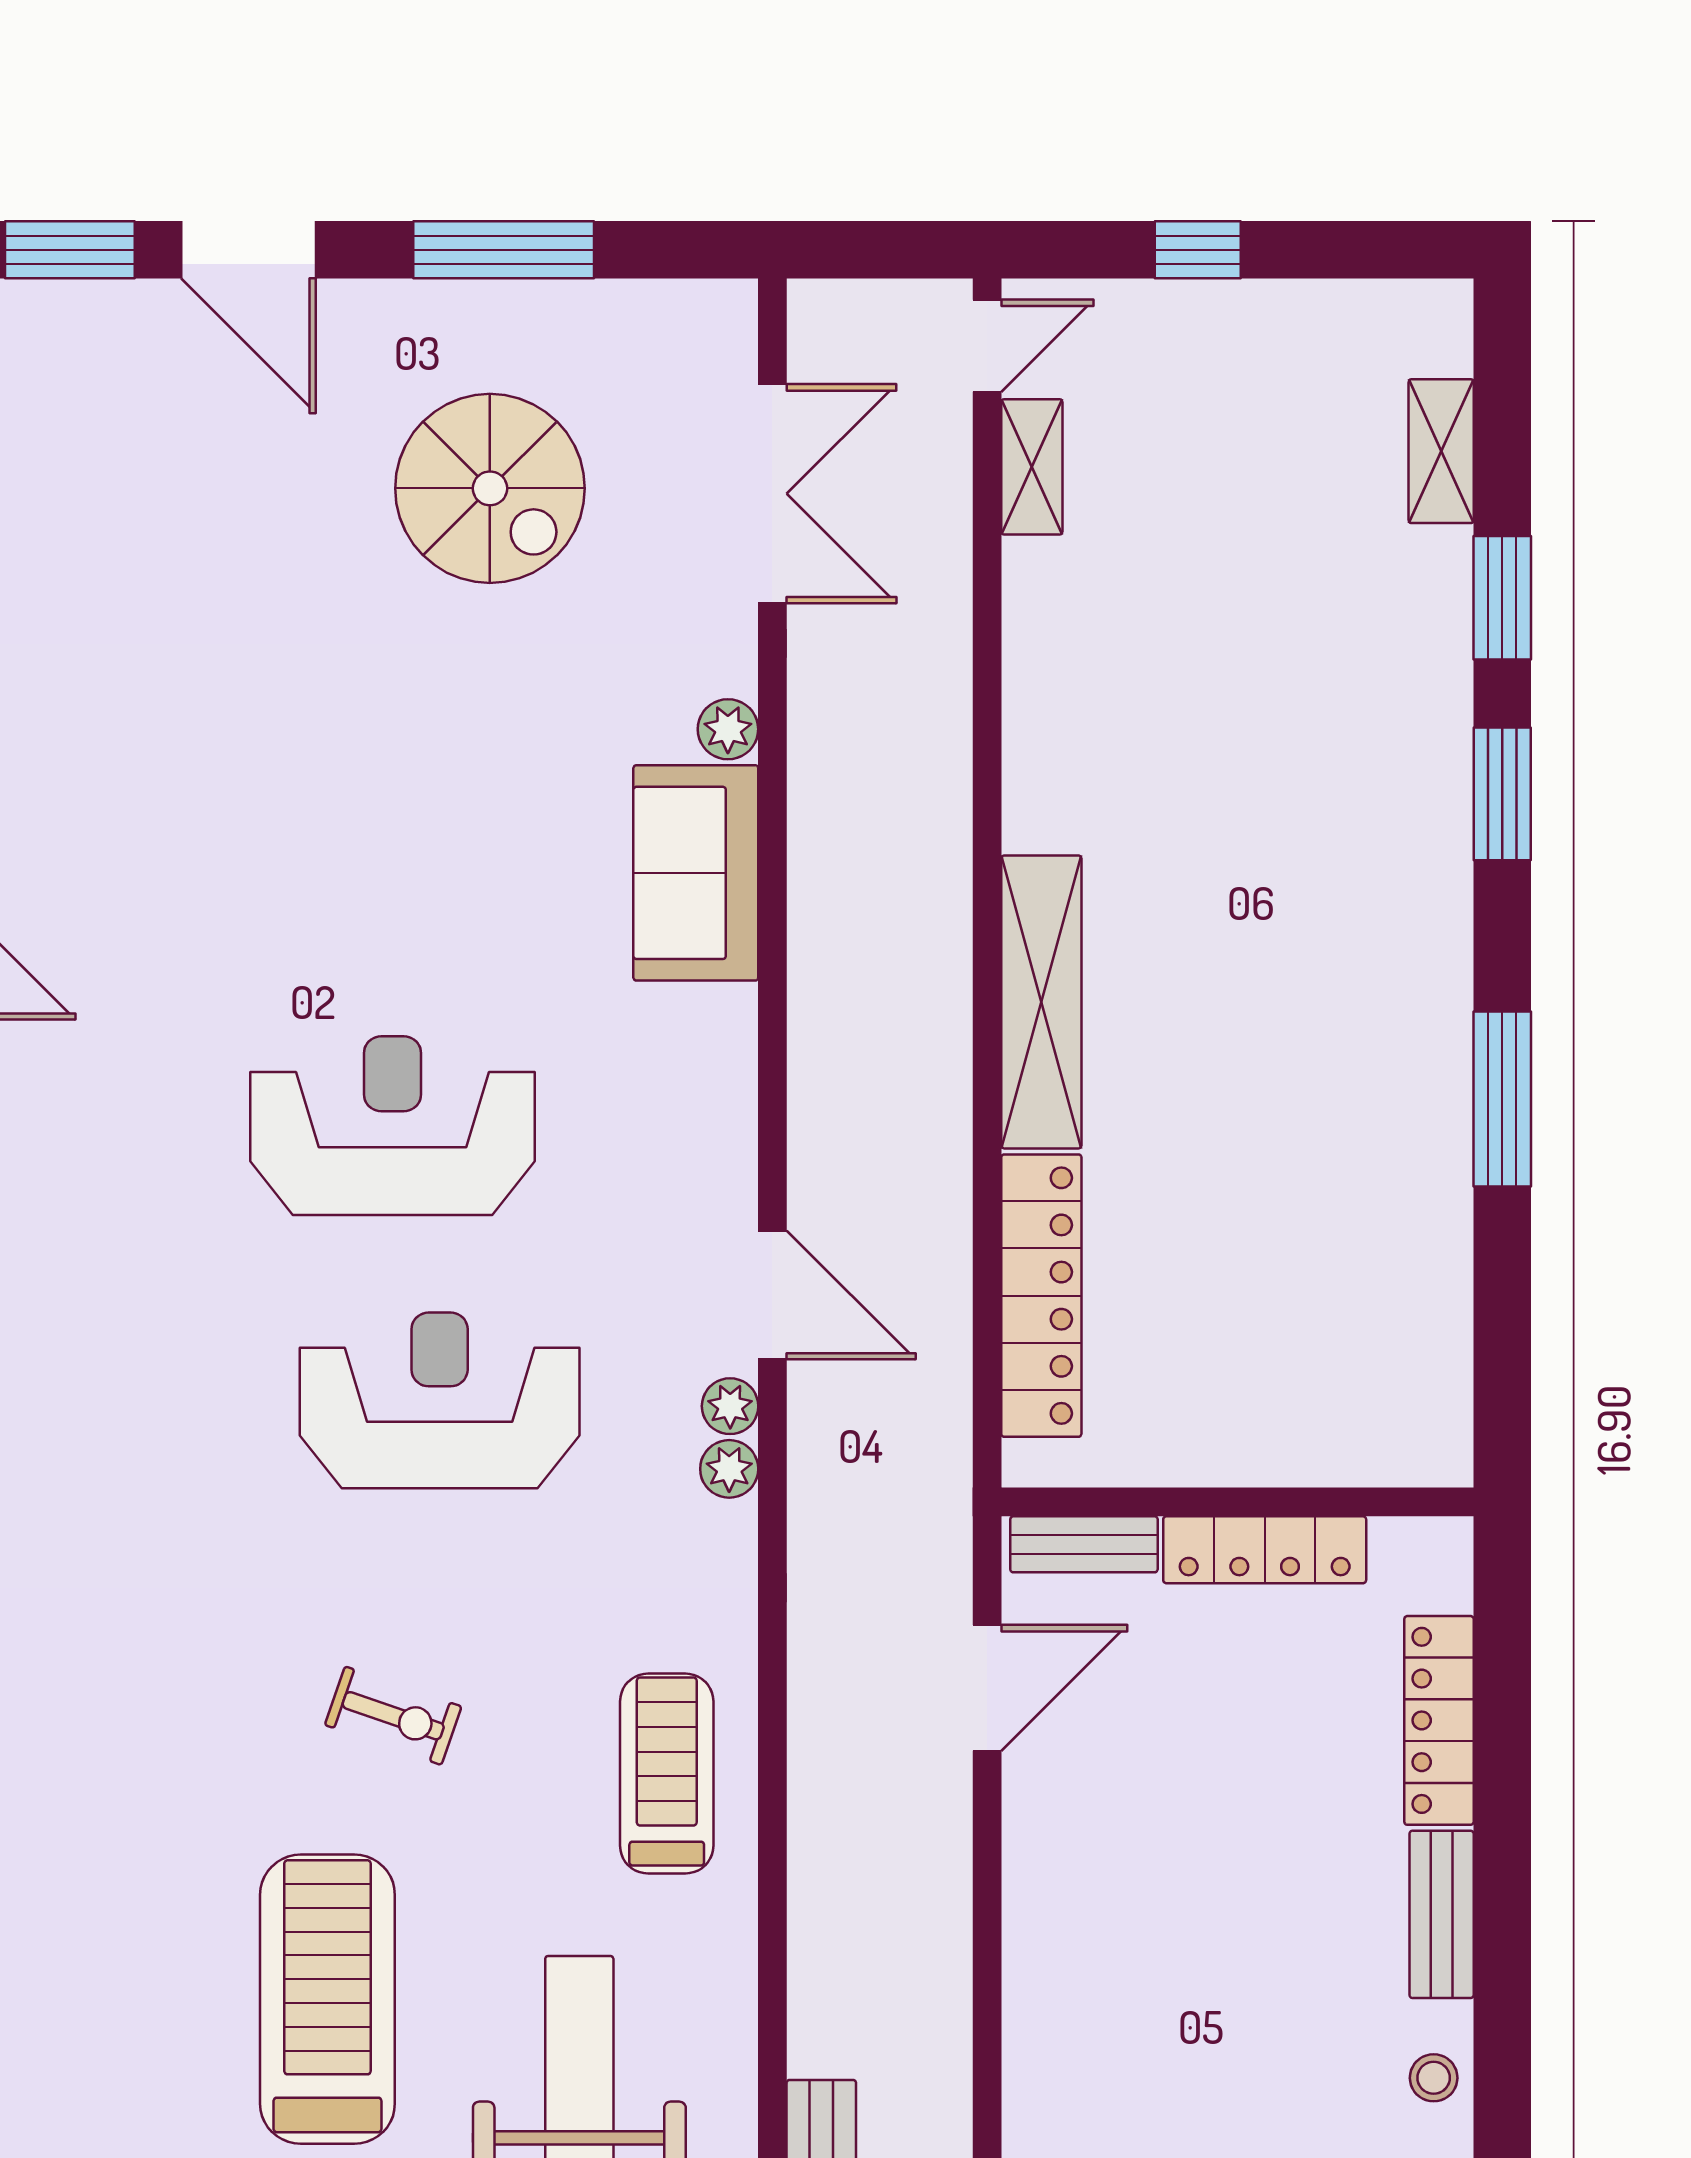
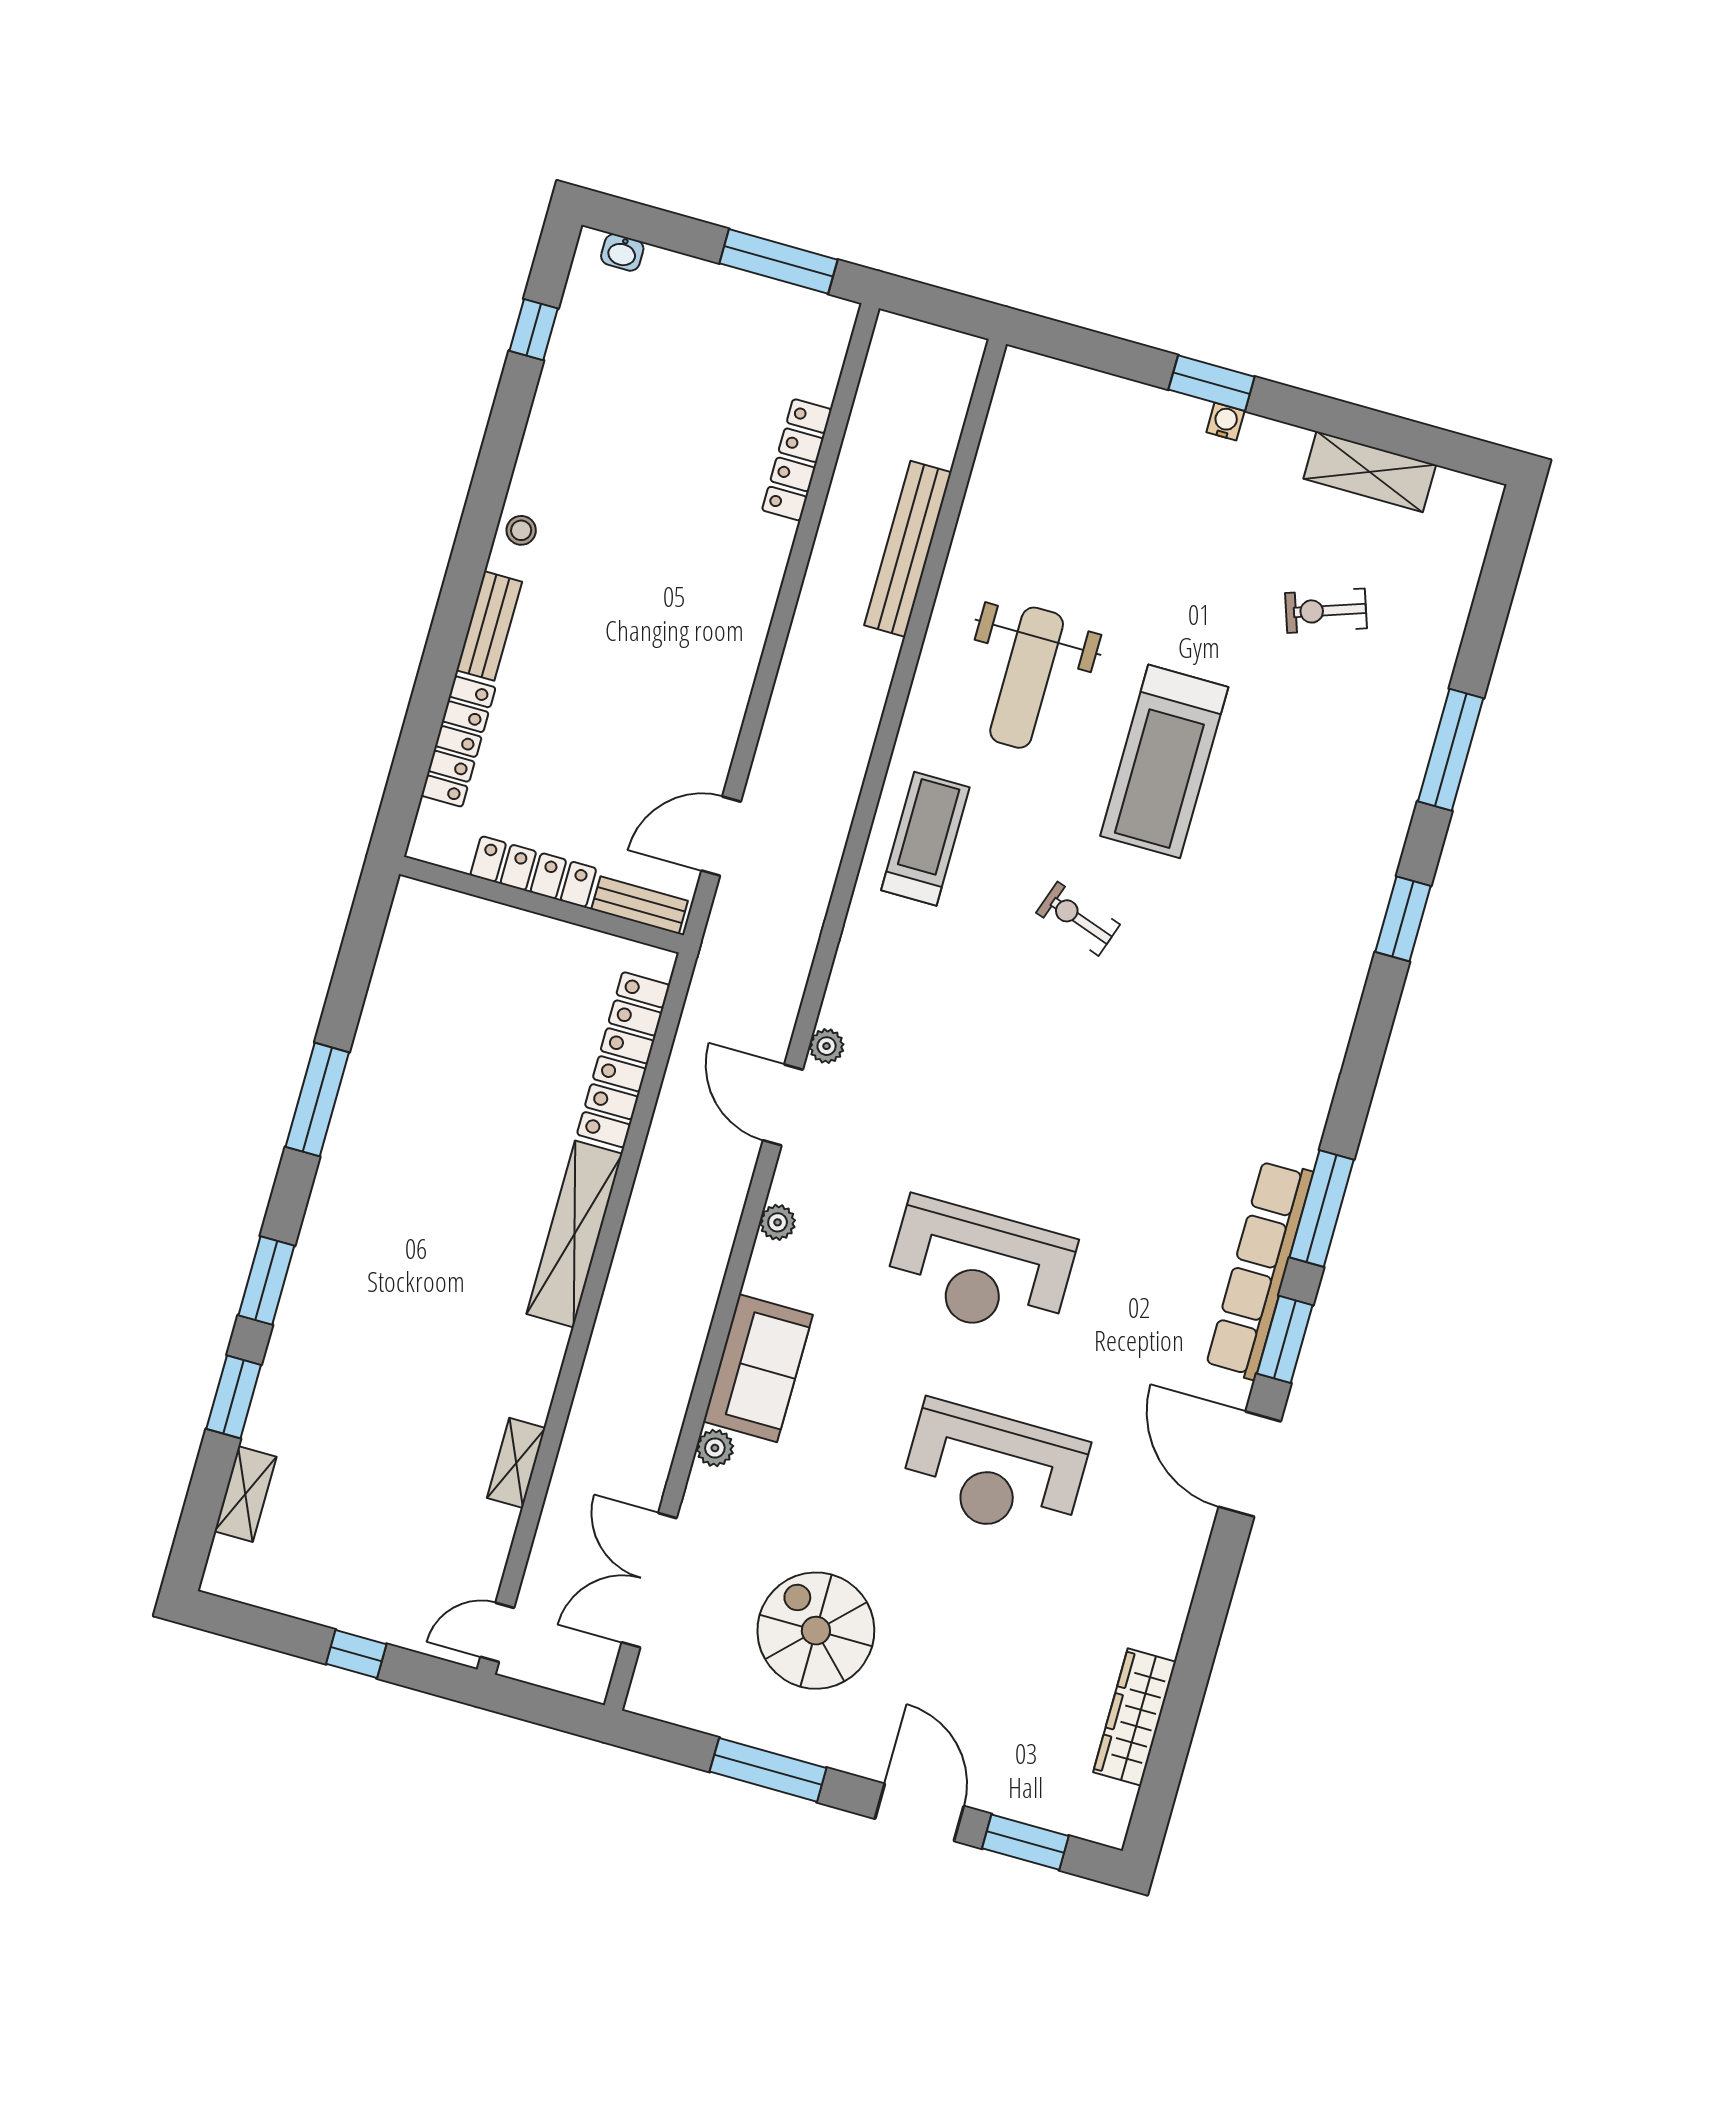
shelving: (1032, 467) -> (516, 1463), moved
reception desk: (440, 1400) -> (994, 1471), moved
plant: (729, 1469) -> (778, 1222), moved
treadmill: (667, 1774) -> (925, 839), turned 180

